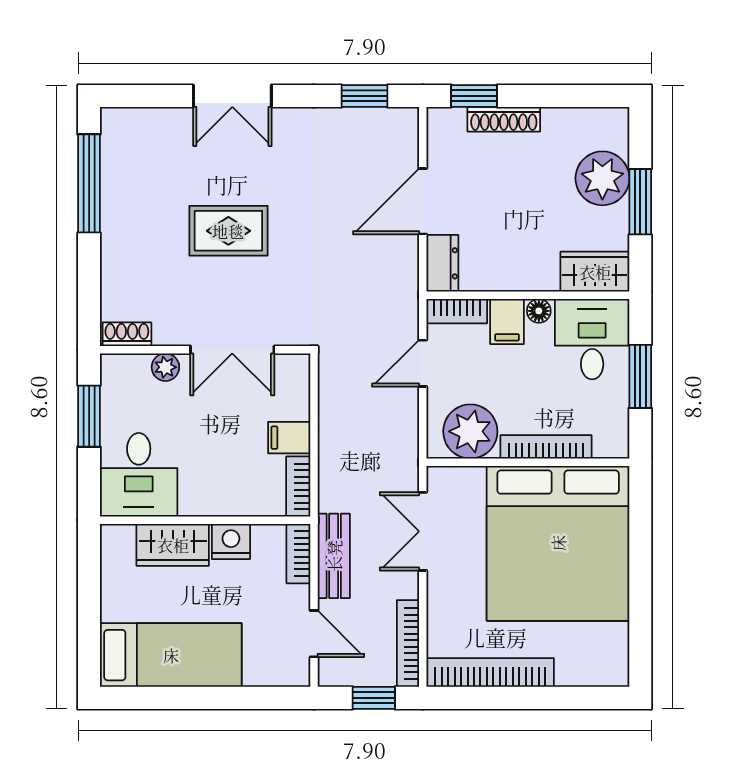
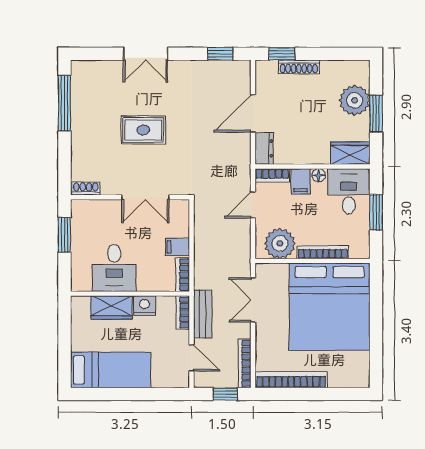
plant: (165, 367) -> (108, 207), removed
desk: (139, 475) -> (114, 268), moved

